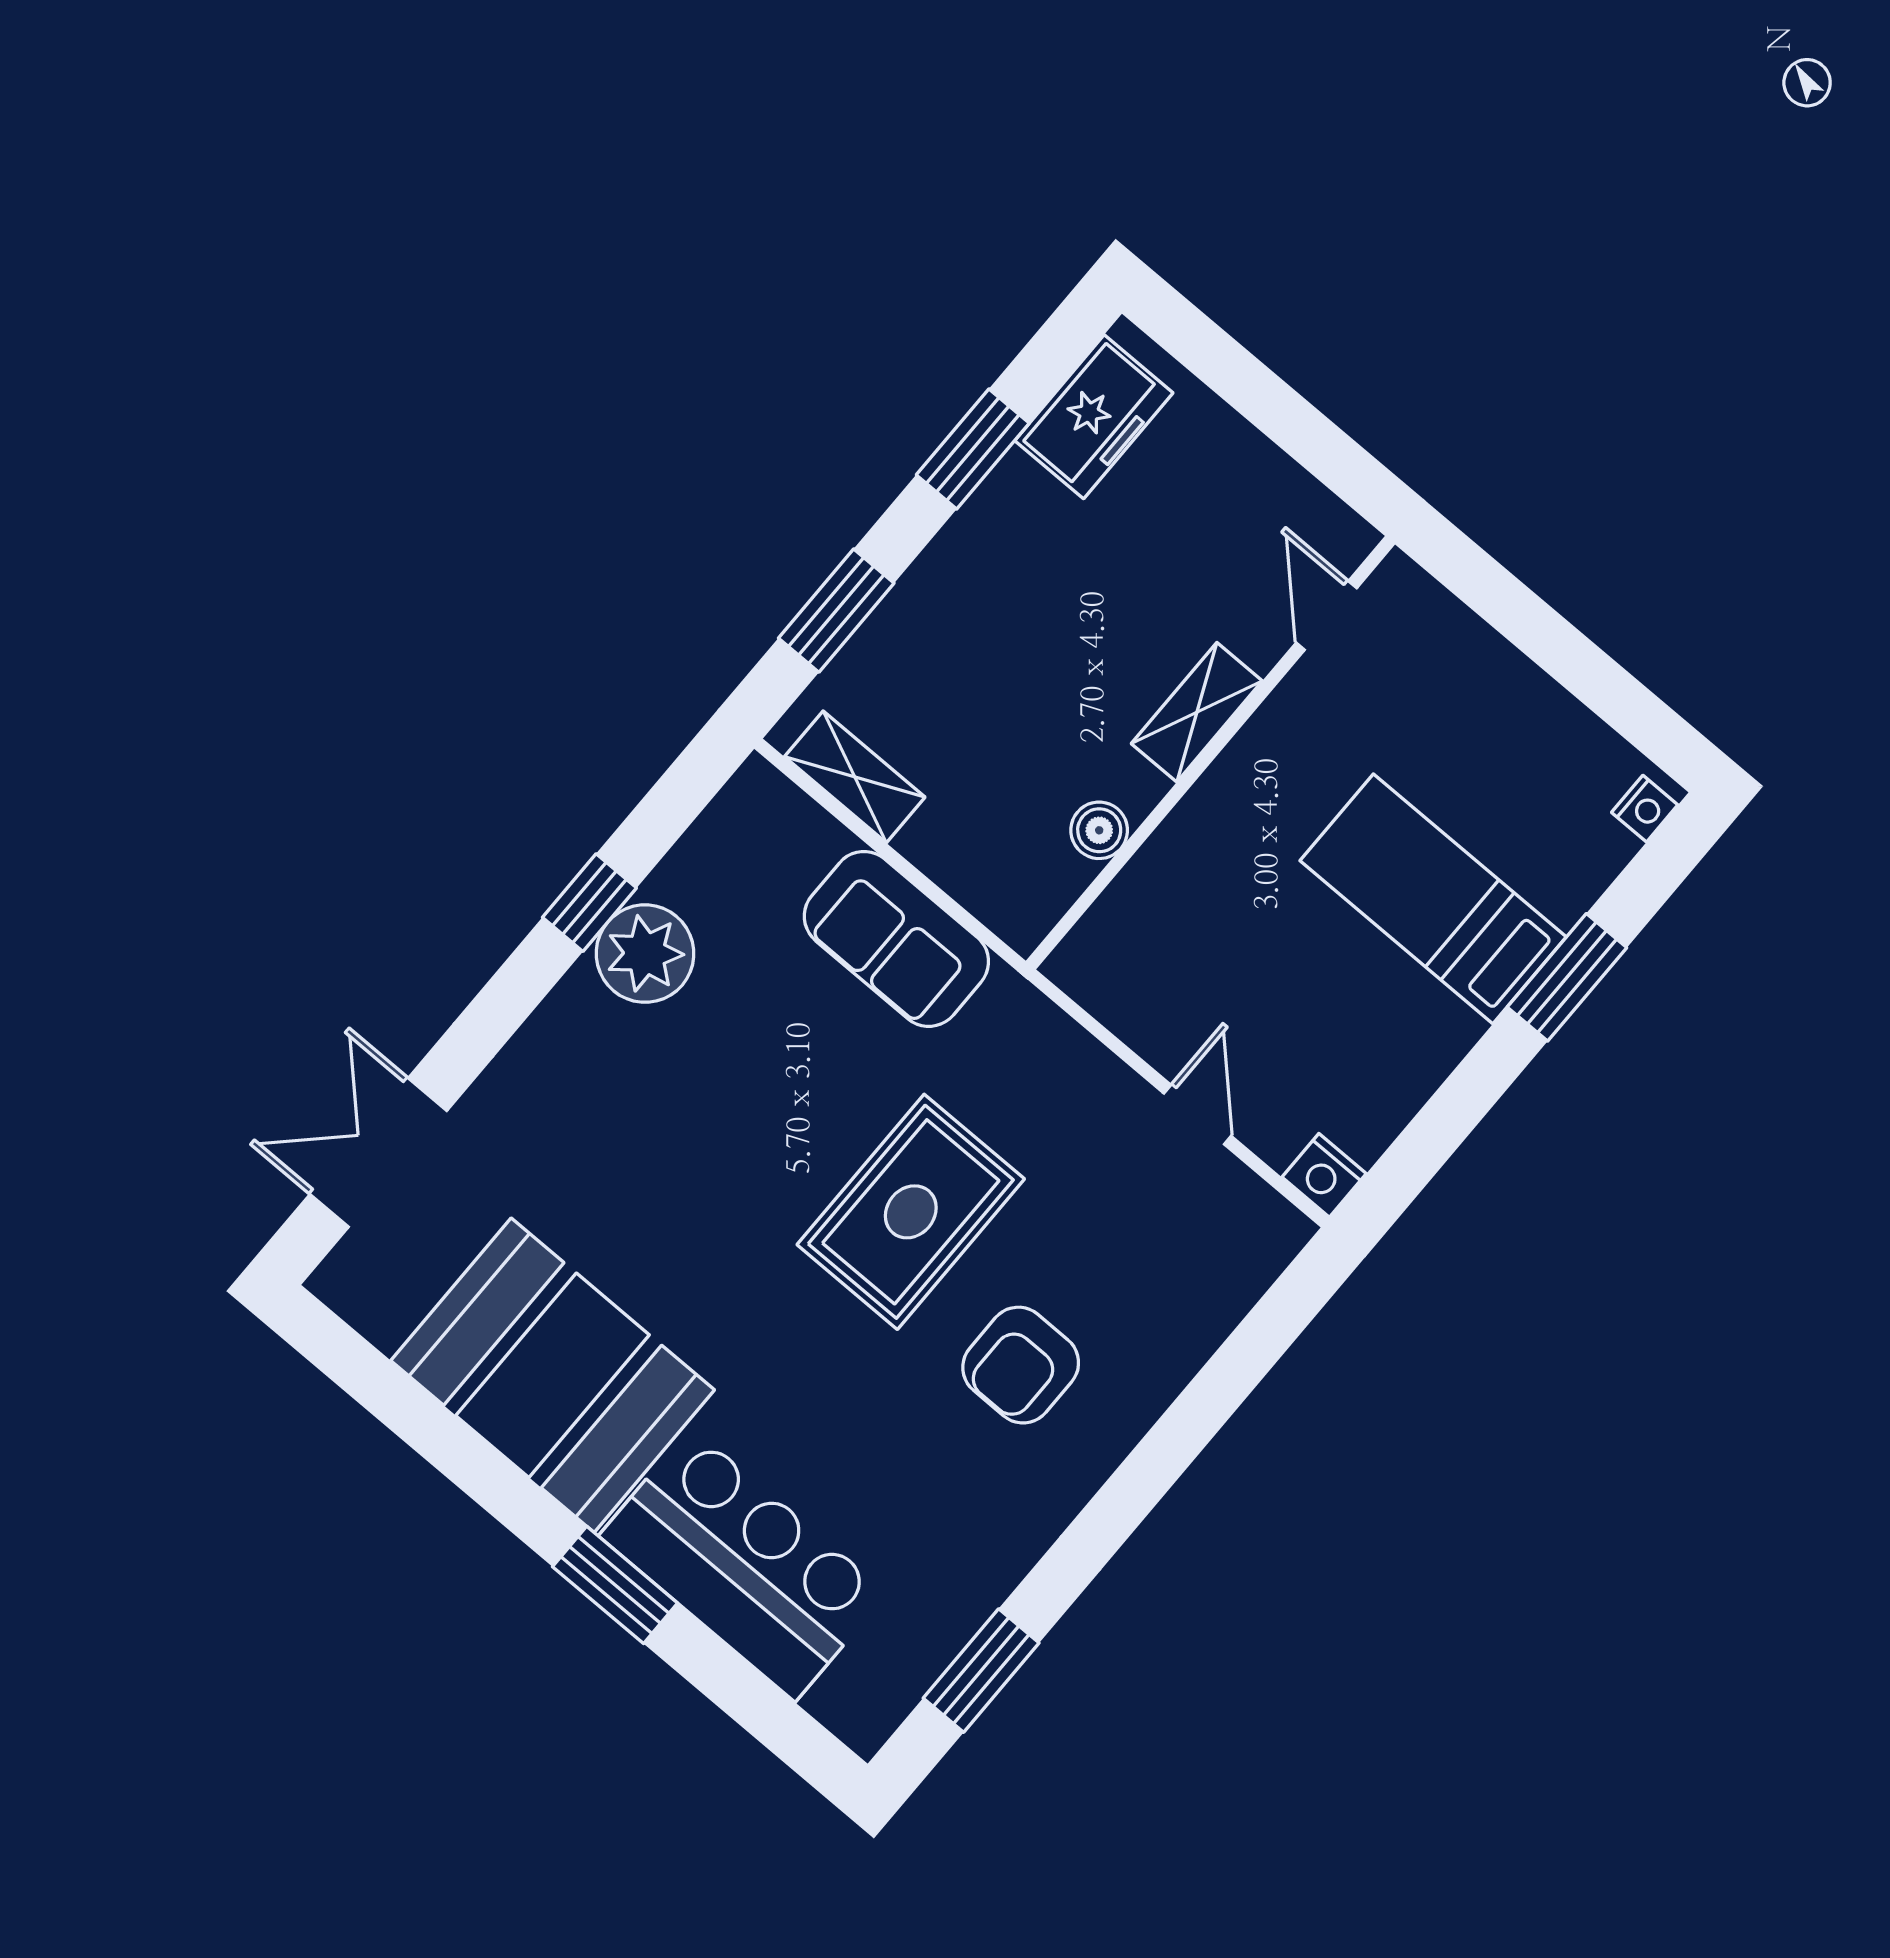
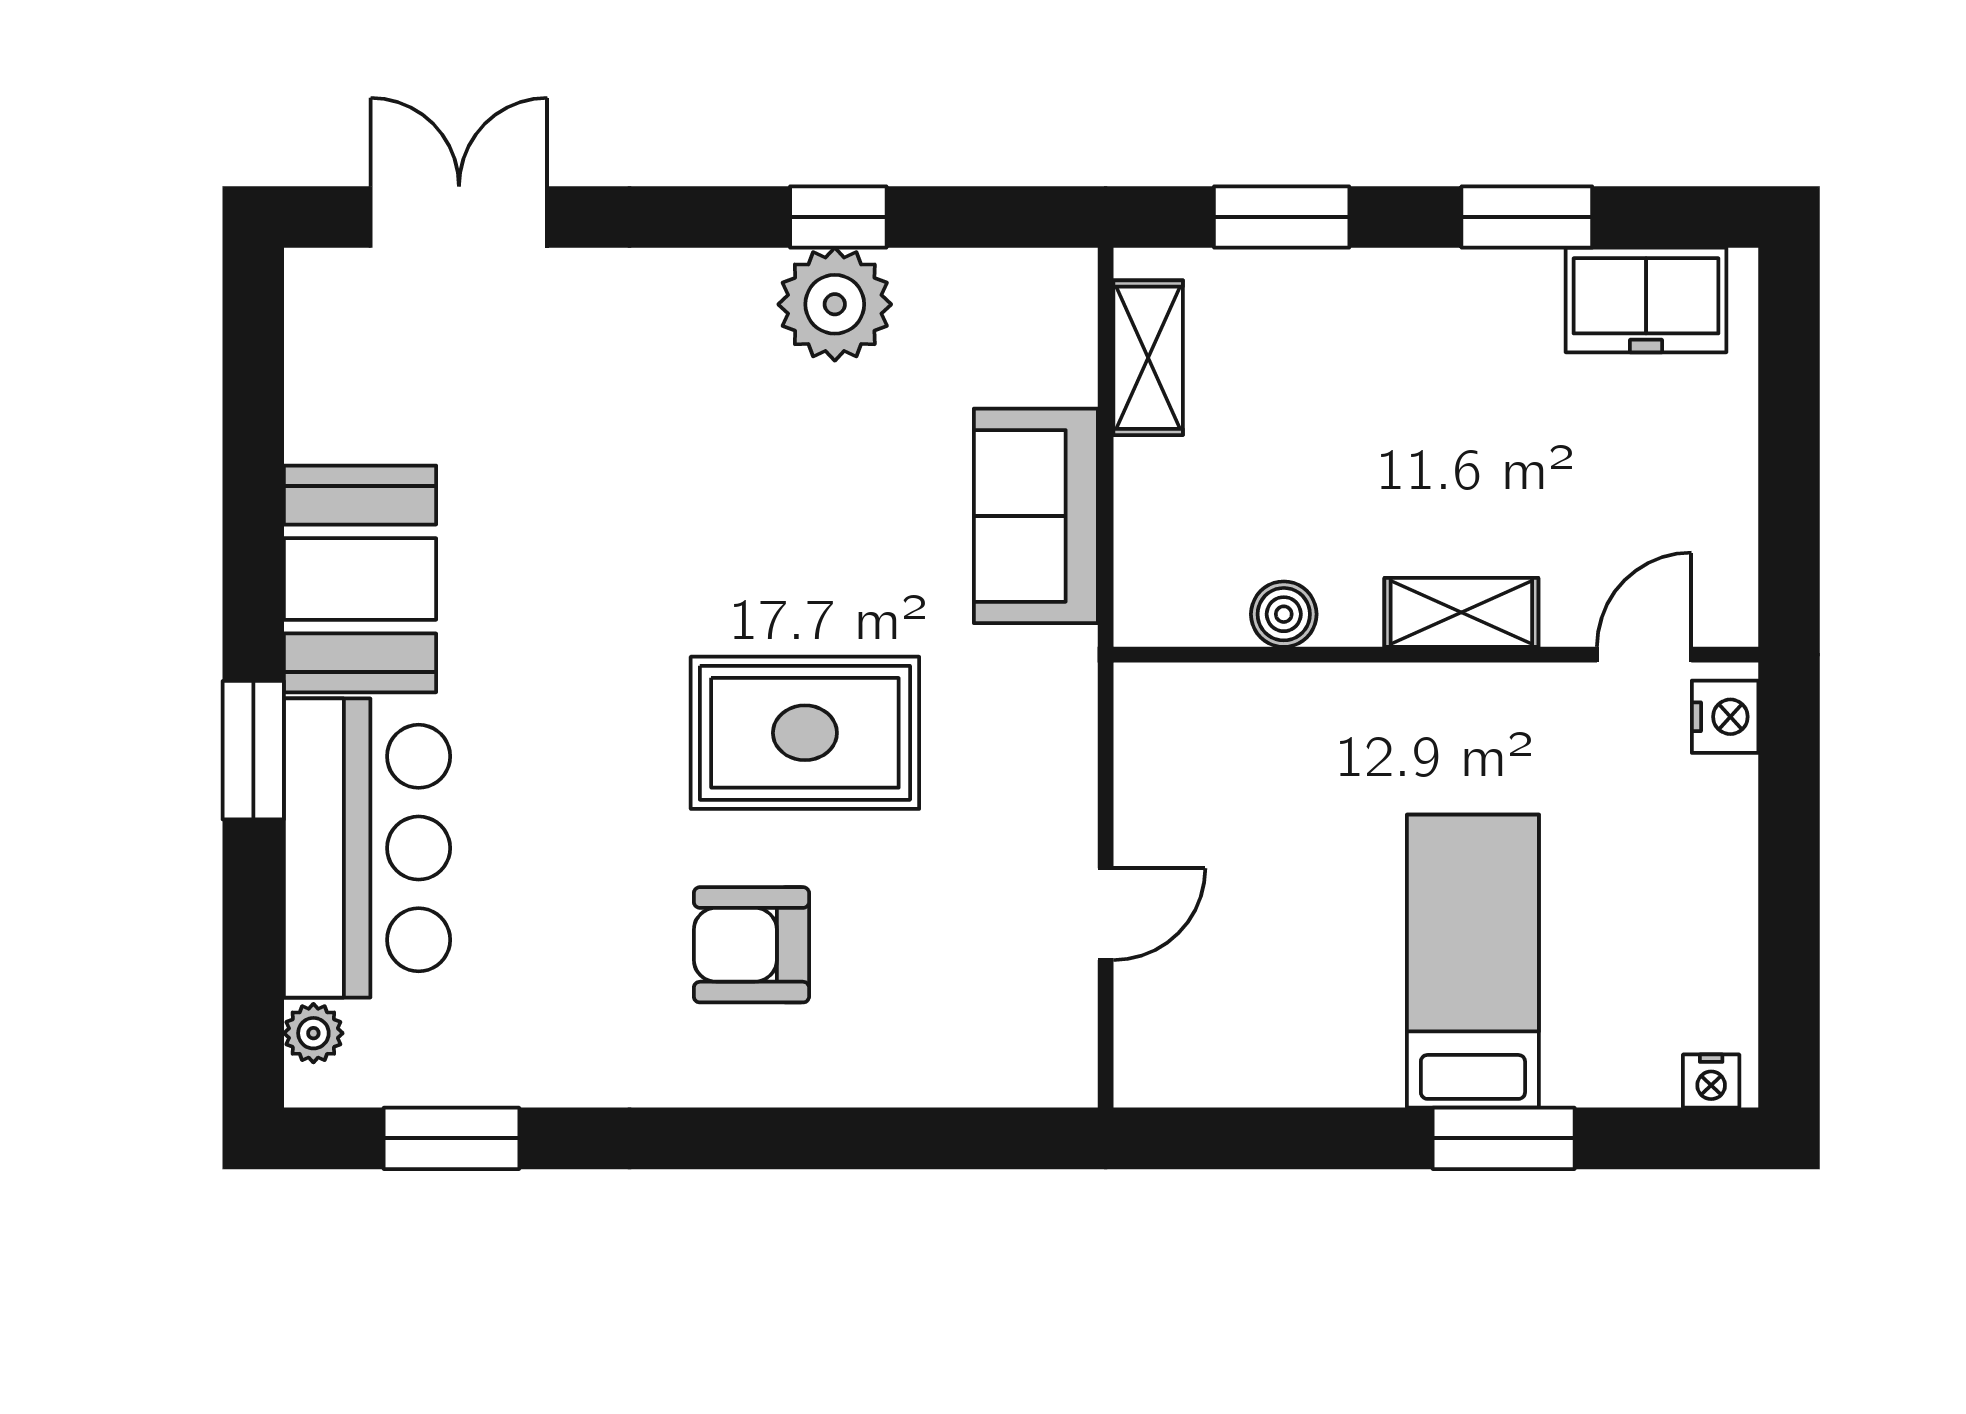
nightstand: (1324, 1175) -> (1725, 717), moved, turned 180
booth: (553, 1375) -> (360, 579), width x0.73, depth x0.70
plant: (835, 1703) -> (313, 1033), added

